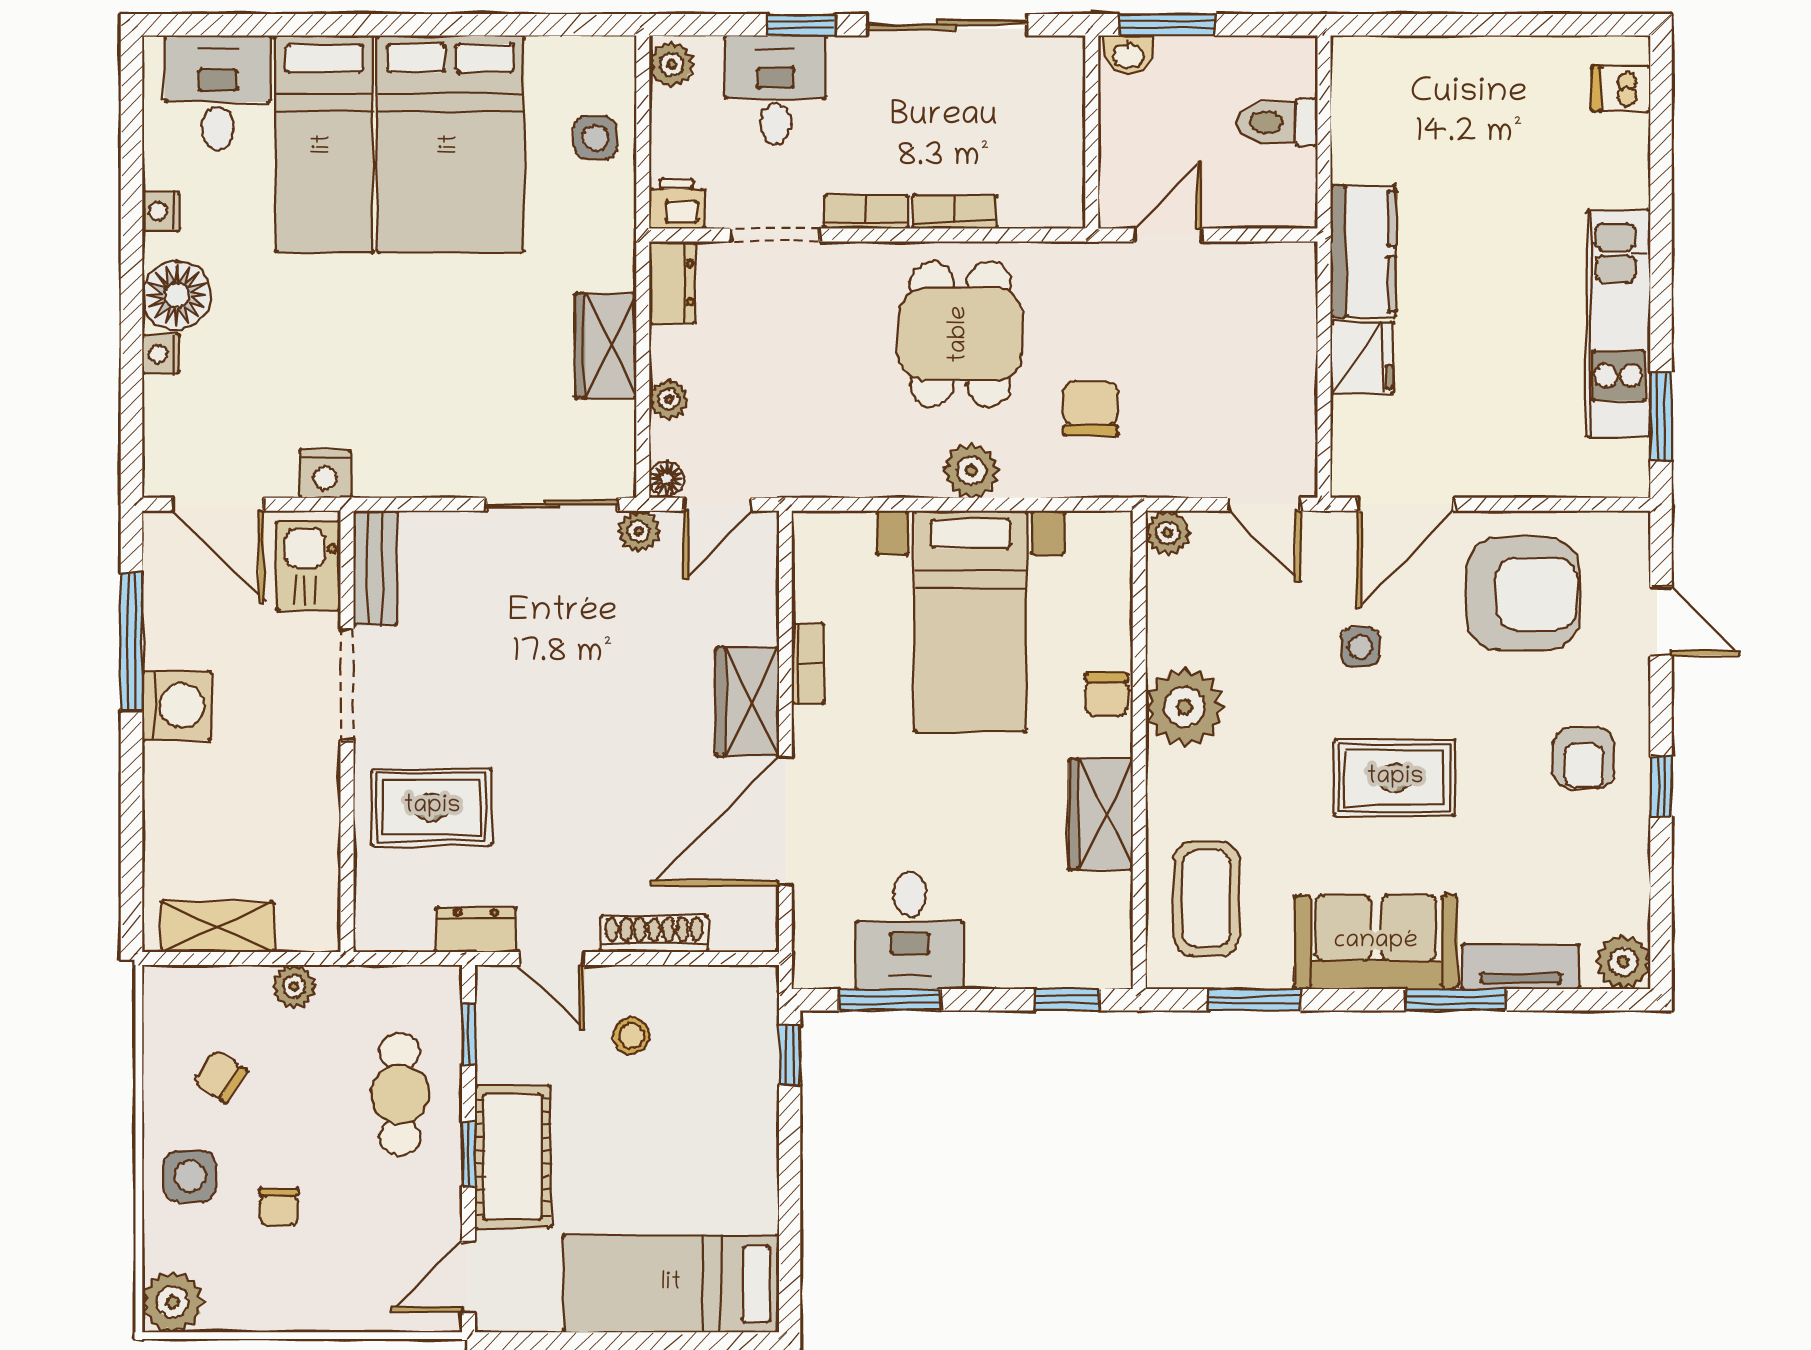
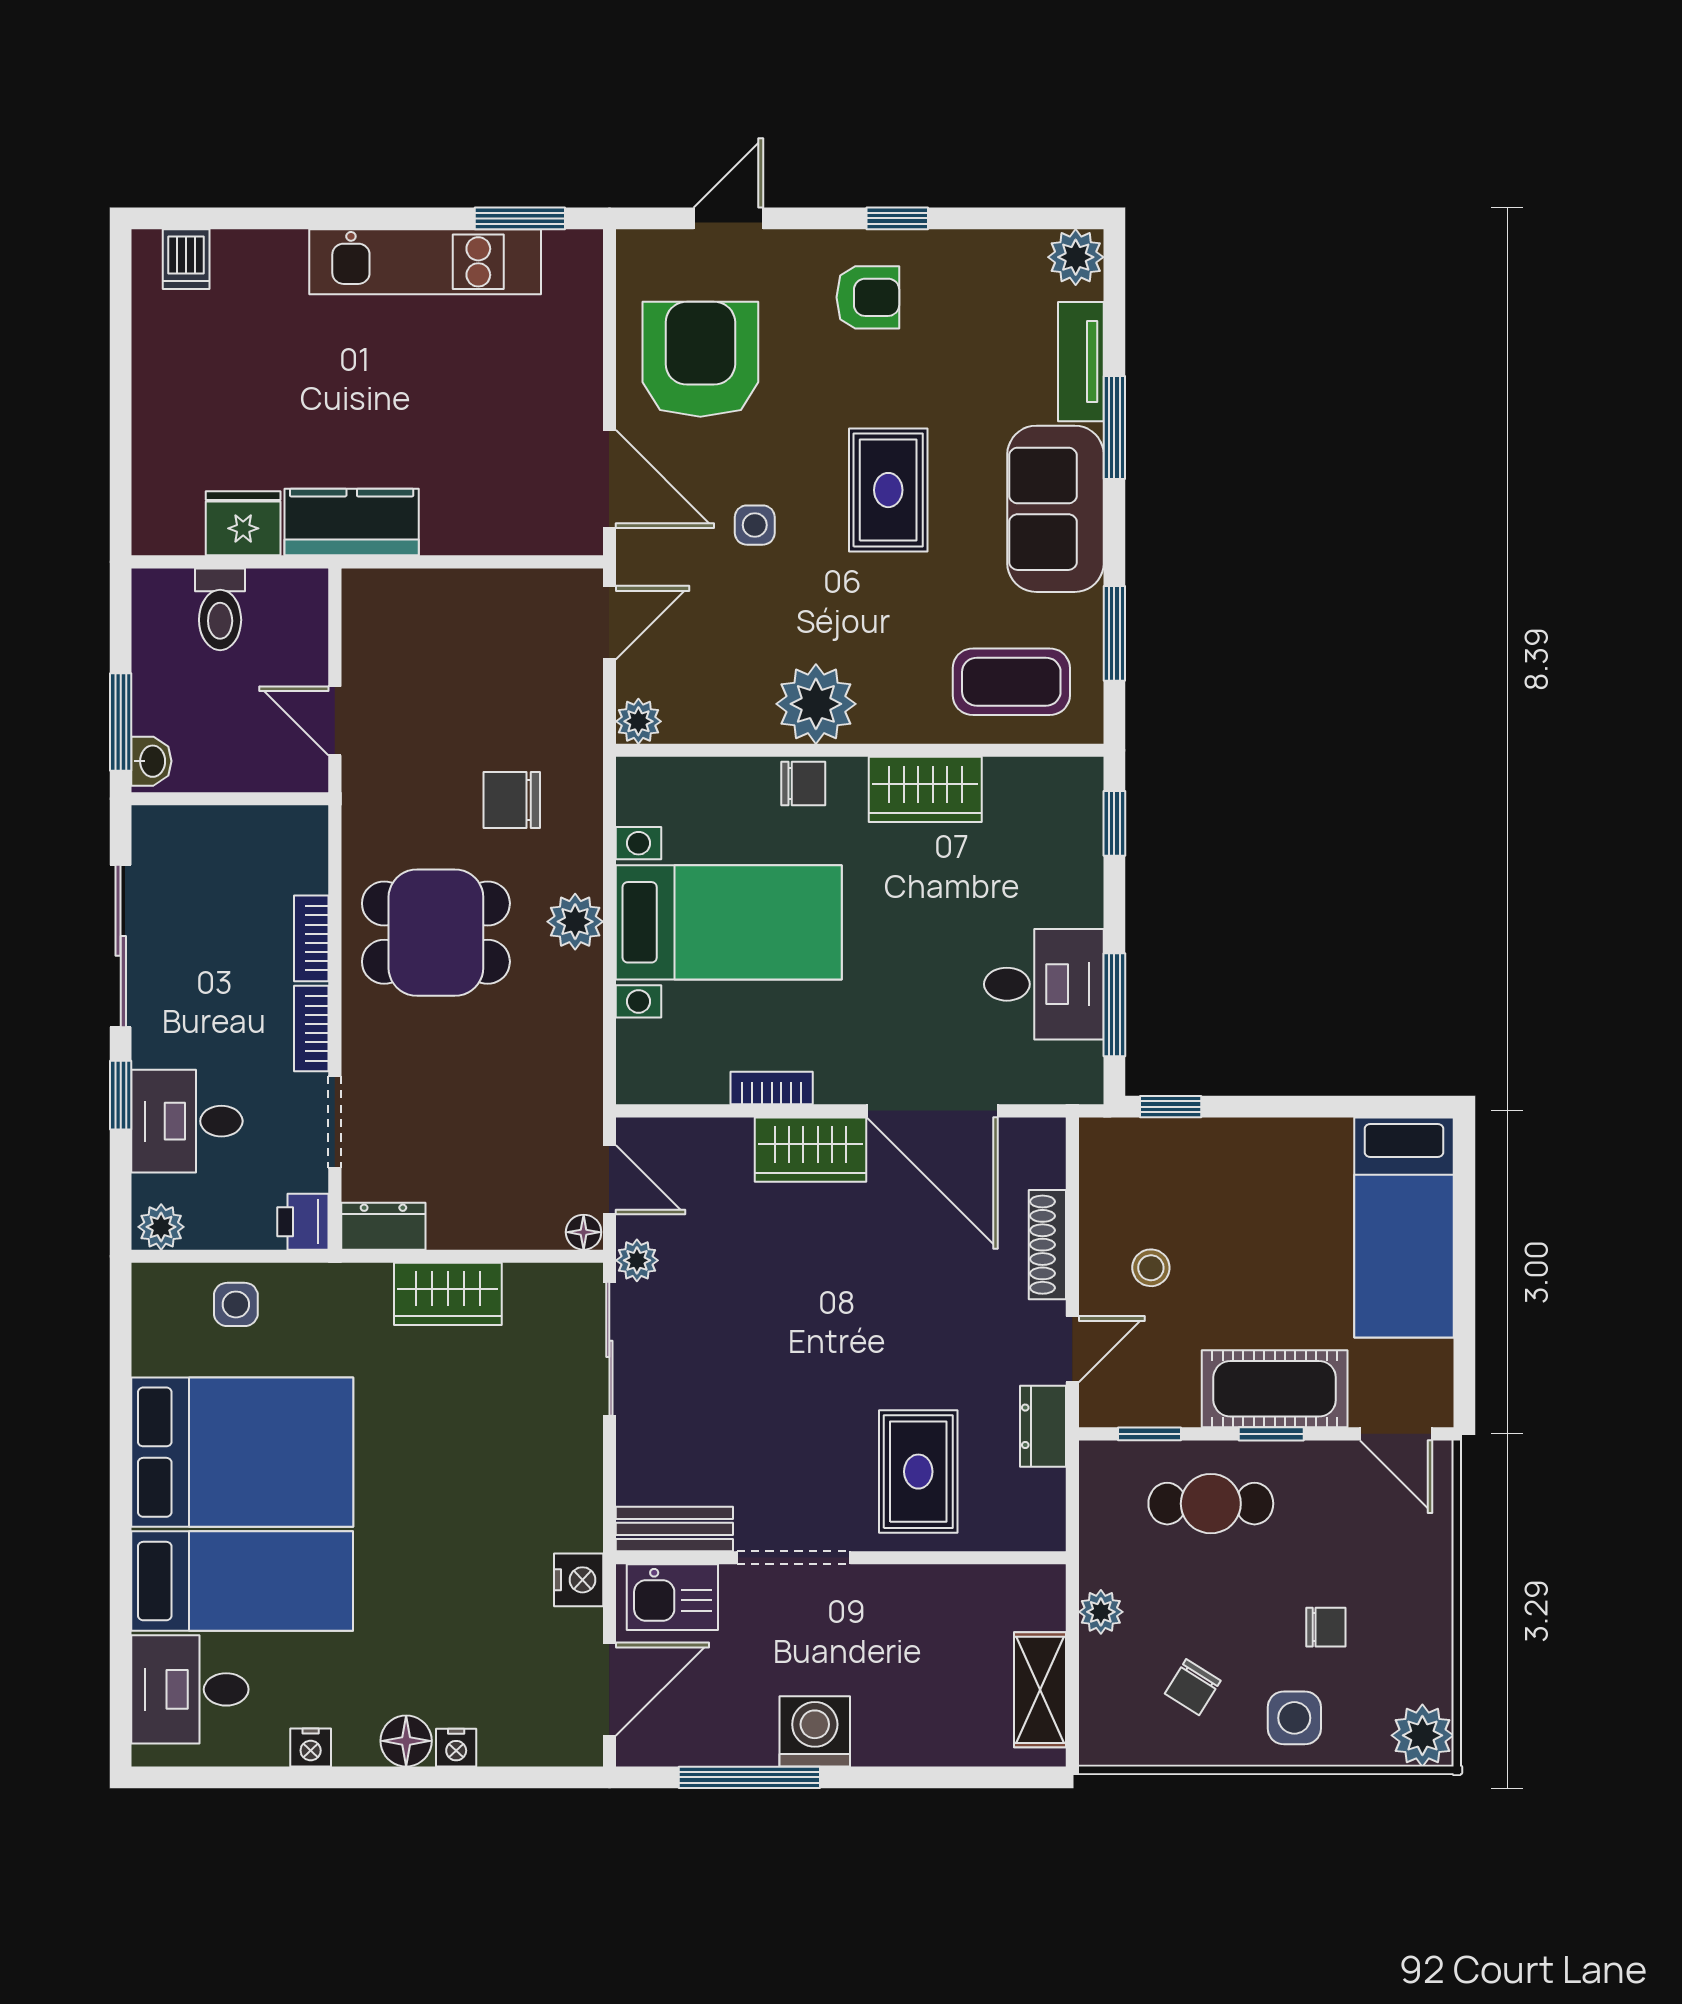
floor lamp: (177, 295) -> (406, 1741), width x0.73, depth x0.73
fridge: (1362, 358) -> (243, 523), moved
plant: (669, 399) -> (503, 1230), removed

